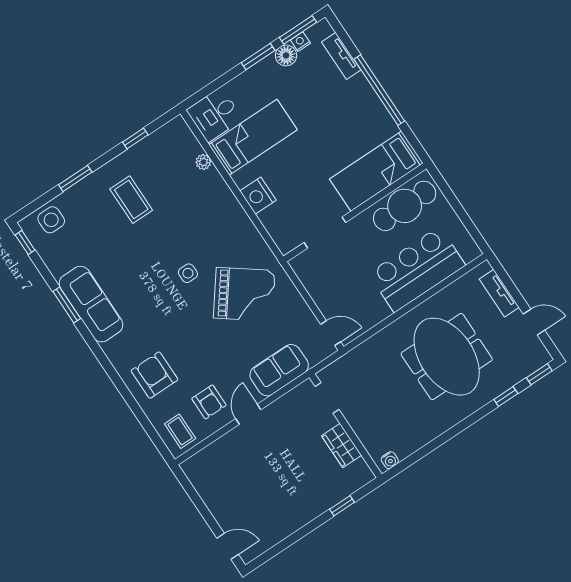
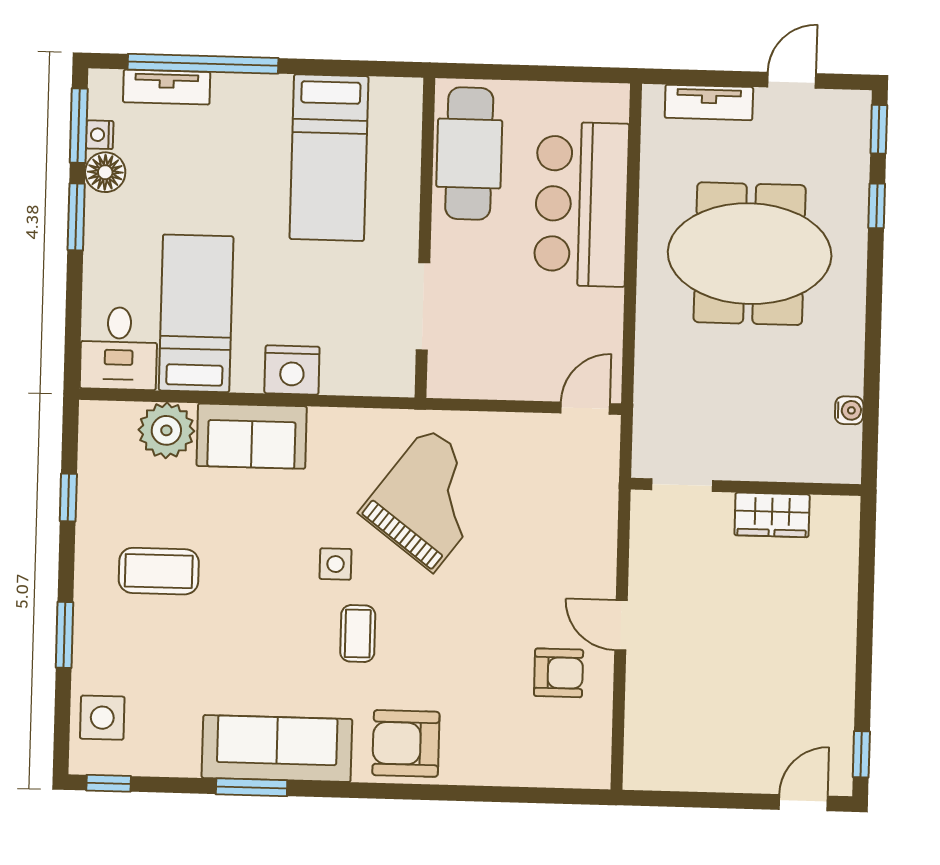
window: (379, 90) -> (203, 64), moved
plant: (203, 162) -> (166, 430), width x1.88, depth x1.88
bed: (376, 171) -> (329, 158), moved
sofa: (279, 370) -> (252, 436), moved, turned -90
armchair: (155, 375) -> (406, 743), moved
coffee table: (180, 431) -> (358, 633), moved, turned 90
water cooler: (390, 460) -> (849, 410), moved
window: (342, 506) -> (861, 754), moved

